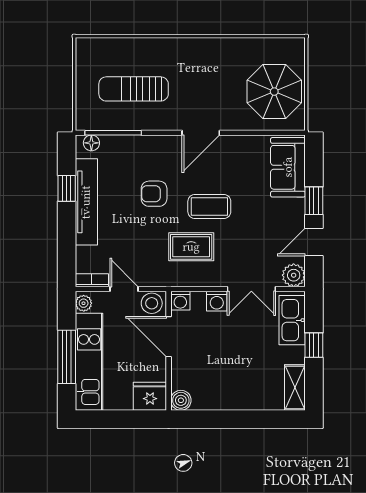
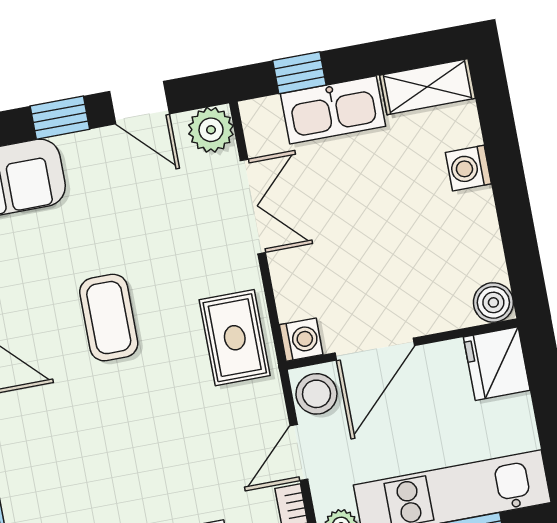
armchair: (154, 194) -> (104, 429), removed
rug: (191, 247) -> (235, 338), moved
washing machine: (217, 301) -> (468, 168), moved, turned 180
kitchen sink: (292, 320) -> (333, 110), moved
window: (314, 345) -> (299, 73), moved

